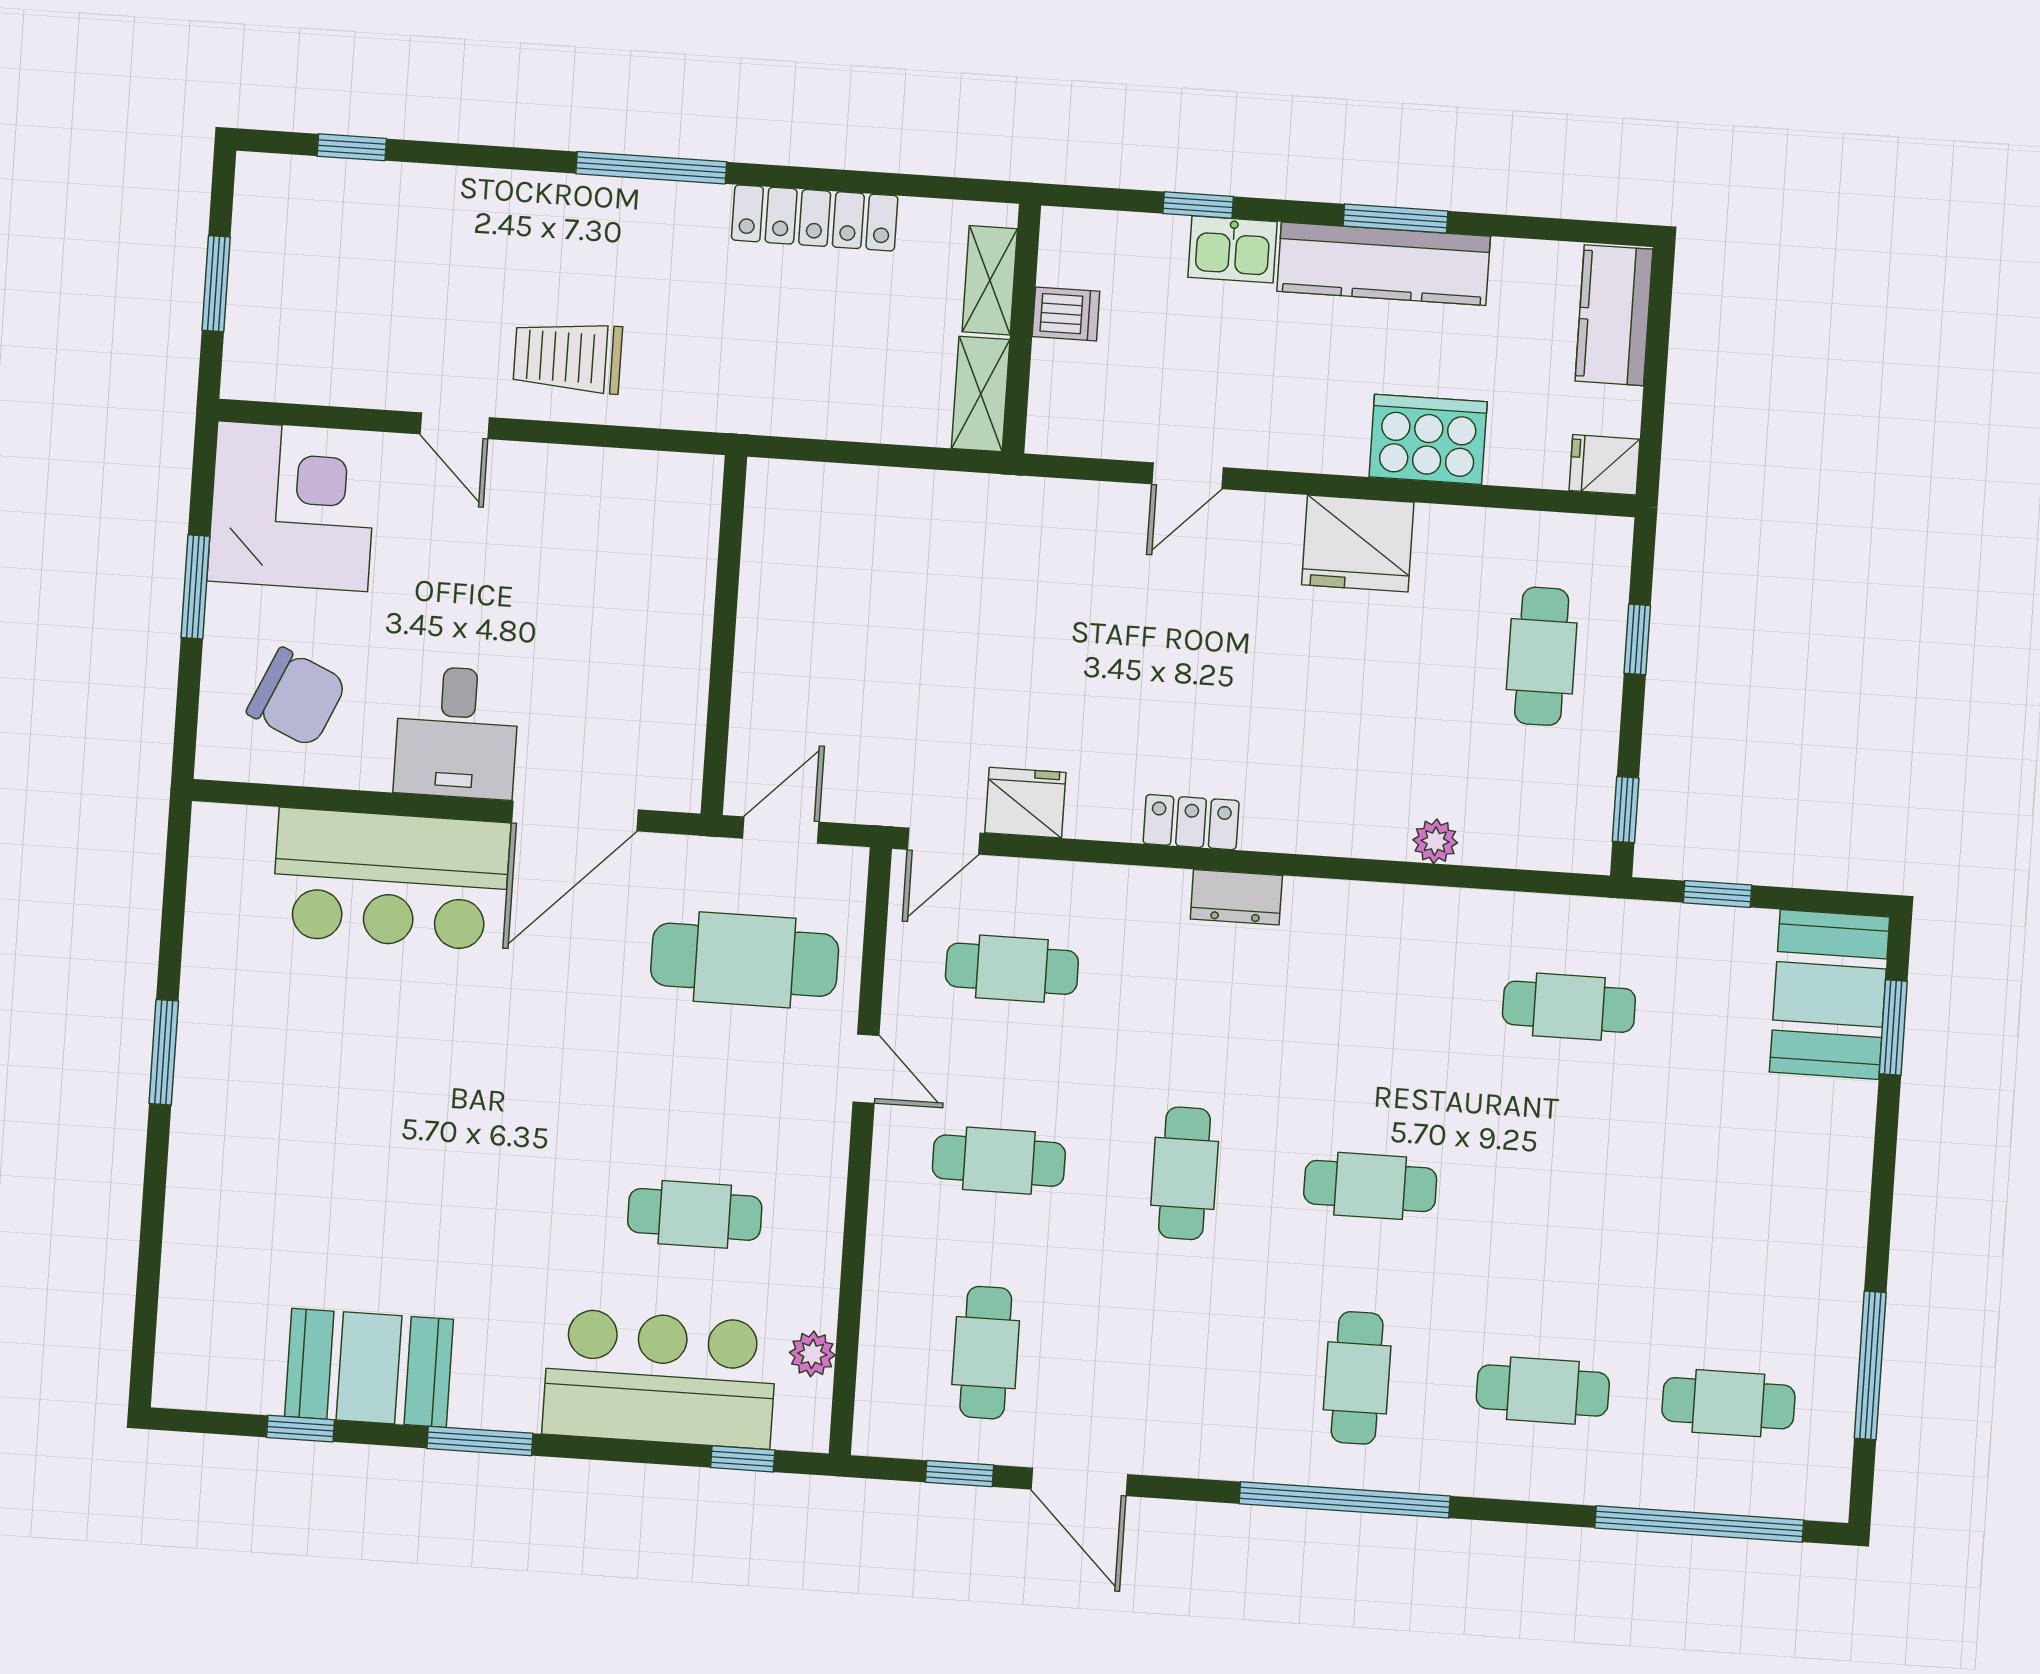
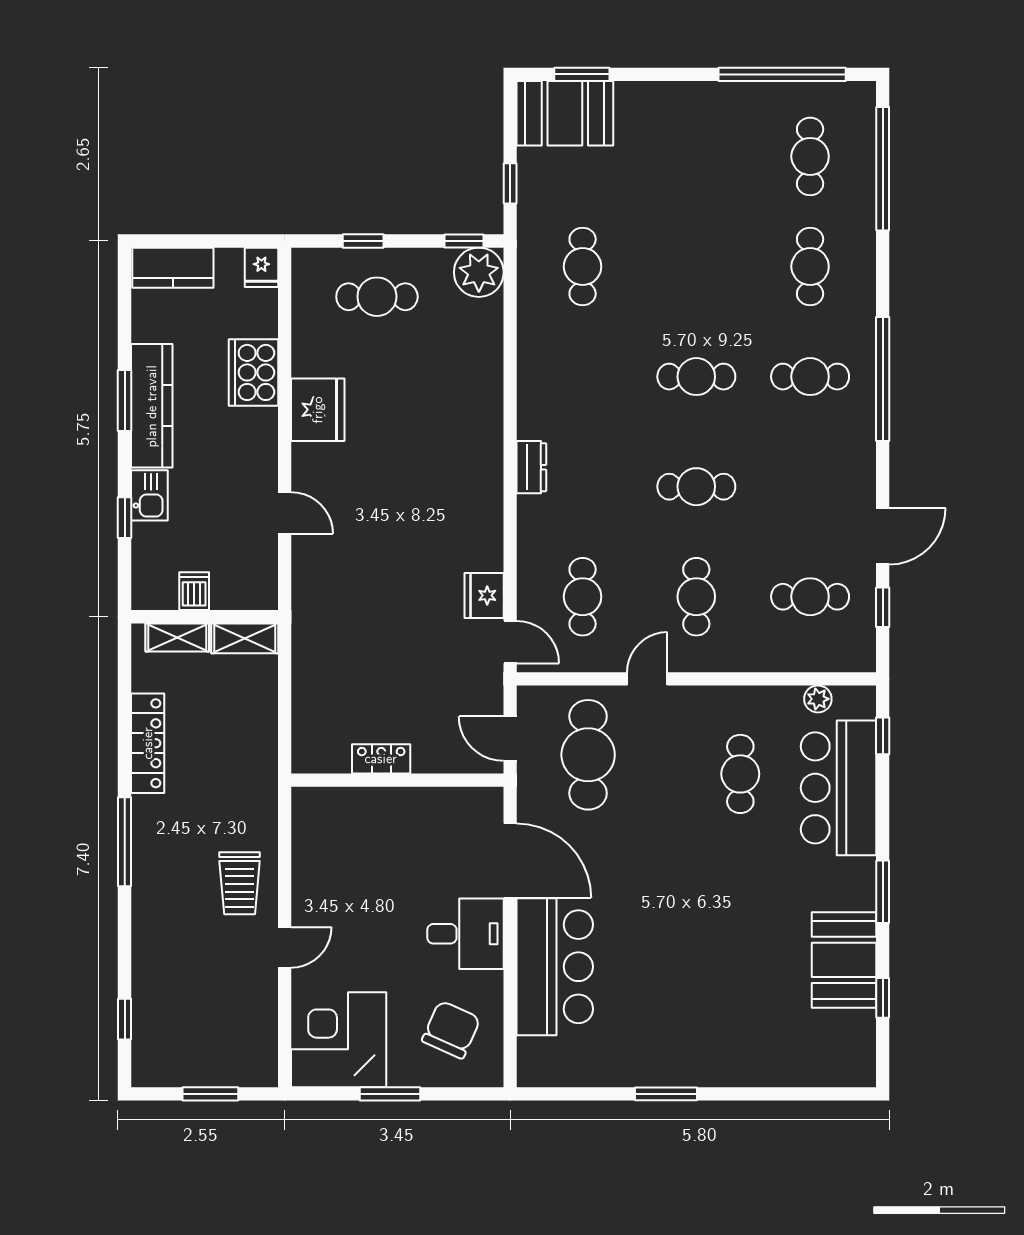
locker: (1191, 822) -> (381, 759), moved, turned 90
plant: (1435, 841) -> (479, 272), moved, width x1.87, depth x1.87
cafe table: (1370, 1186) -> (696, 377), turned 90
window: (1870, 1365) -> (782, 74), width x1.46

